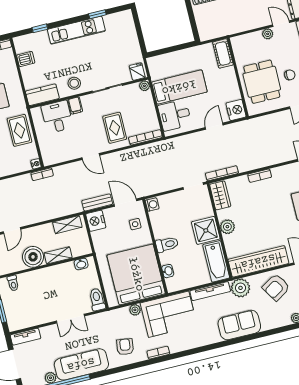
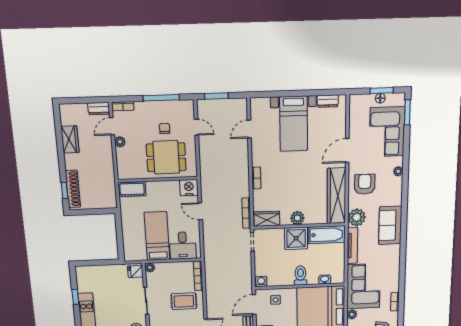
armchair: (276, 287) -> (365, 184), turned -148

